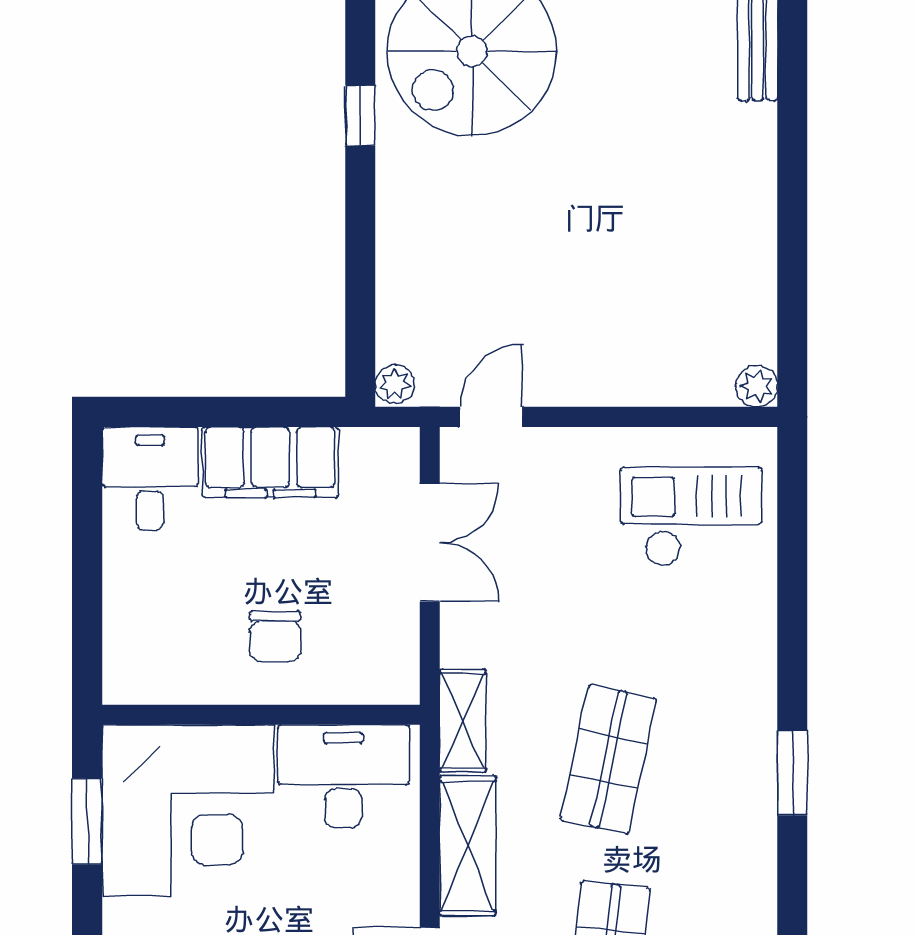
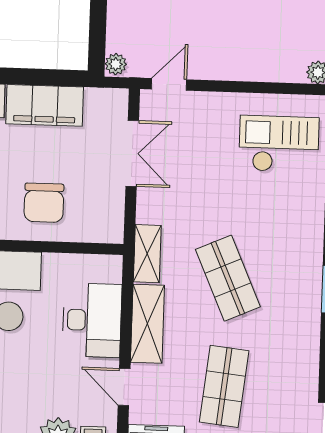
chair: (275, 636) -> (44, 203), width x1.37, depth x1.37
shop shelf: (609, 759) -> (228, 278), turned -36
desk: (343, 776) -> (92, 320), moved, turned 90

